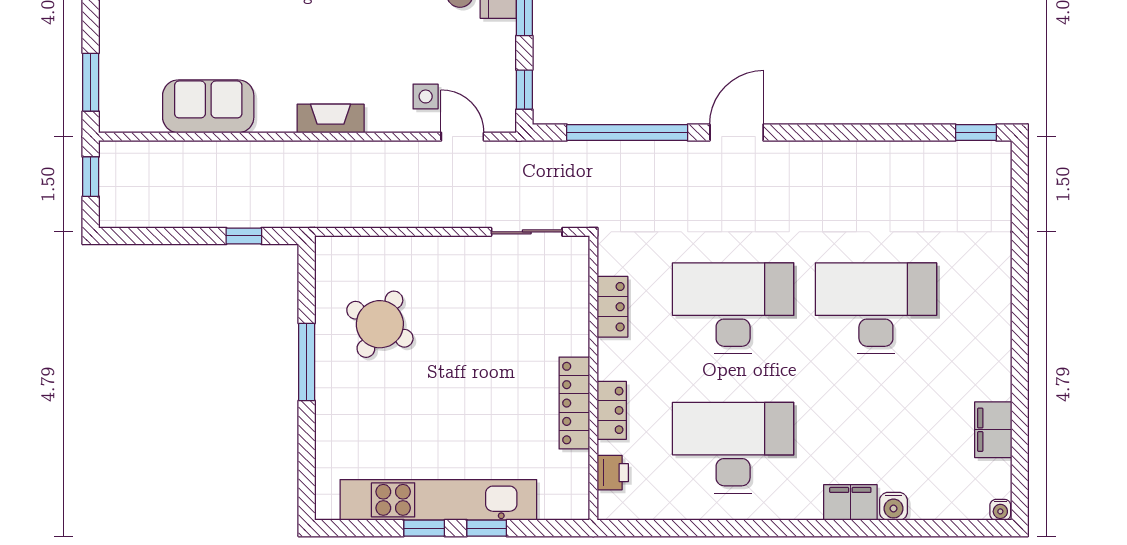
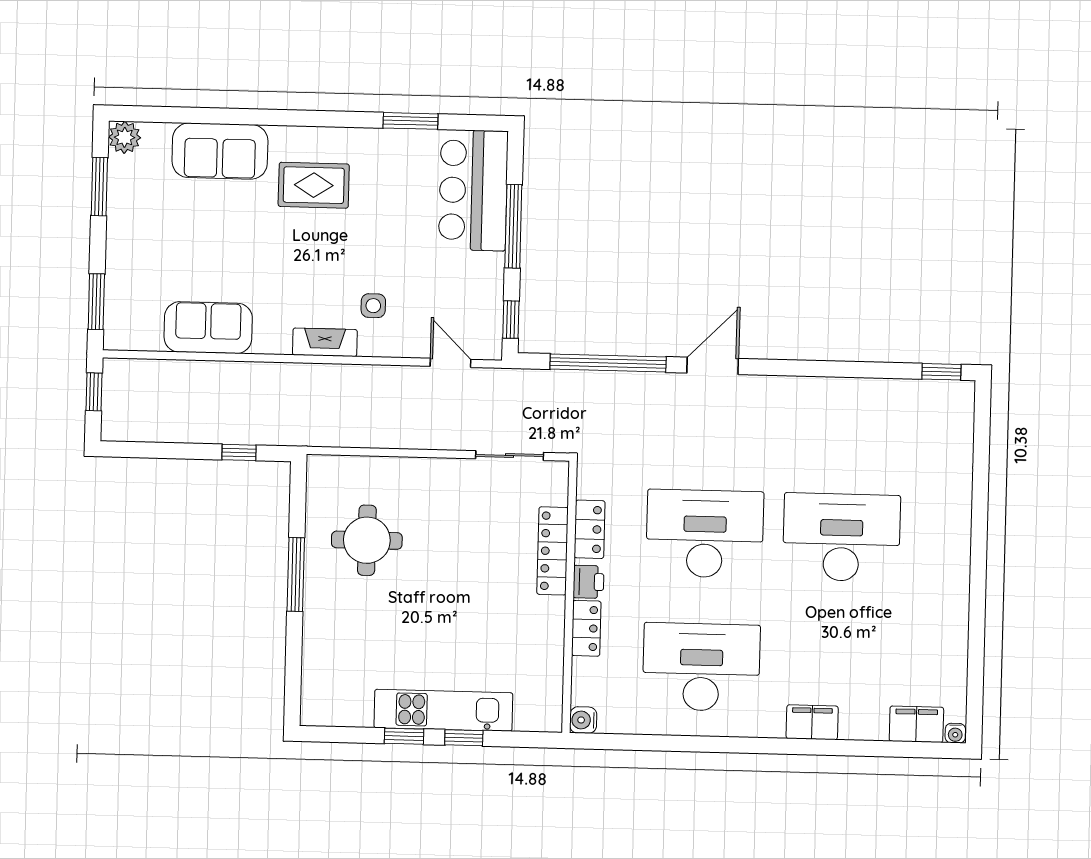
side table: (426, 96) -> (373, 306), moved
round table: (380, 324) -> (367, 540), turned -30
locker: (574, 403) -> (553, 551), moved
filing cabinet: (993, 430) -> (916, 724), moved, turned 90
printer: (613, 473) -> (589, 582), moved
kitchen unit: (438, 500) -> (443, 710), width x0.73
water cooler: (893, 506) -> (583, 720), moved, turned 90

